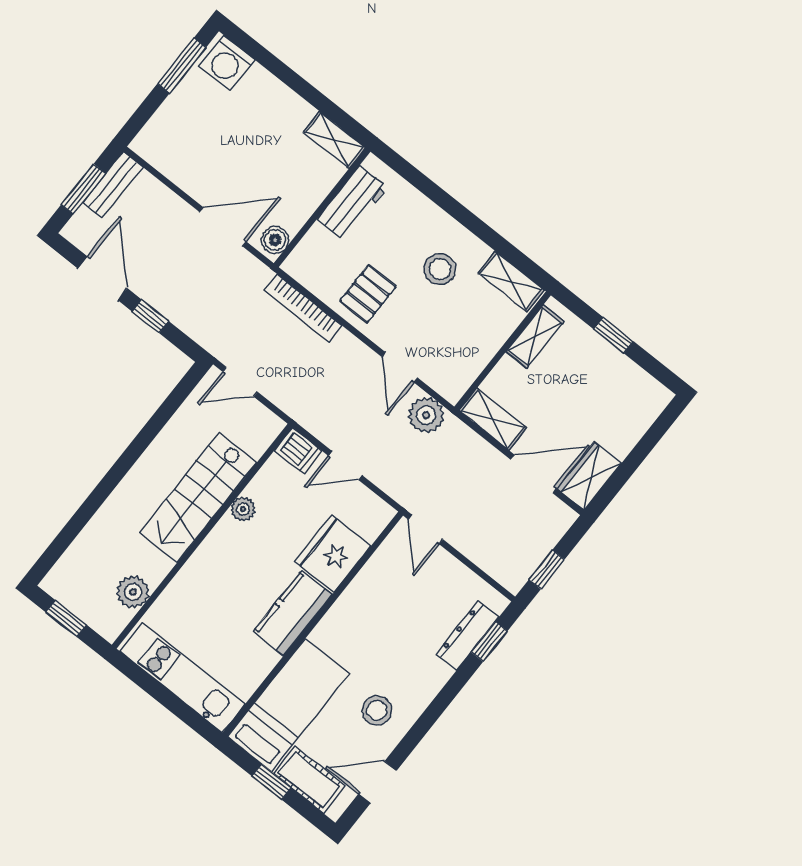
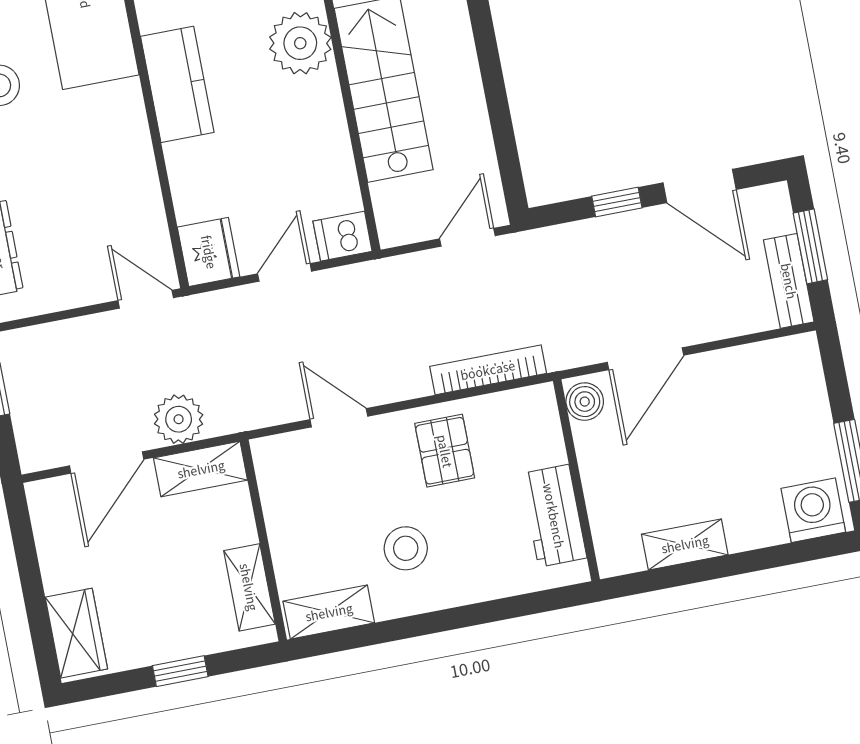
shelving: (334, 140) -> (685, 544), moved
plant: (426, 415) -> (179, 419), moved
wardrobe: (589, 476) -> (76, 633), moved
plant: (243, 509) -> (300, 43), moved, width x1.87, depth x1.87
fridge: (333, 554) -> (209, 252), moved, width x0.73, depth x0.75

